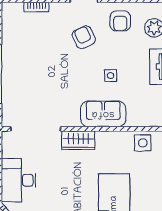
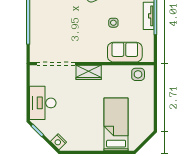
sofa: (103, 114) -> (125, 52), moved

